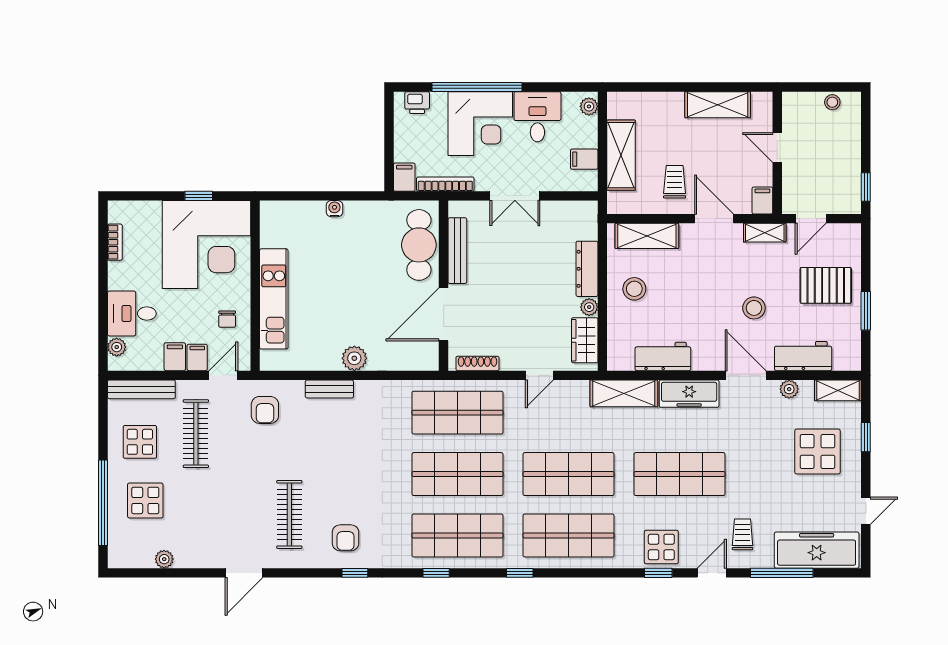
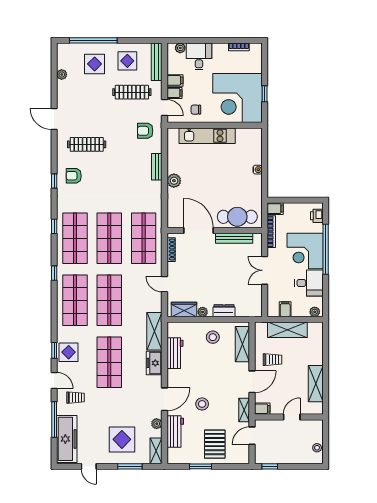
door: (811, 219) -> (252, 436), hinge flipped
dresser: (587, 269) -> (224, 311), width x0.70
freezer: (689, 394) -> (154, 363), width x0.71
window: (866, 437) -> (130, 466), width x1.50

